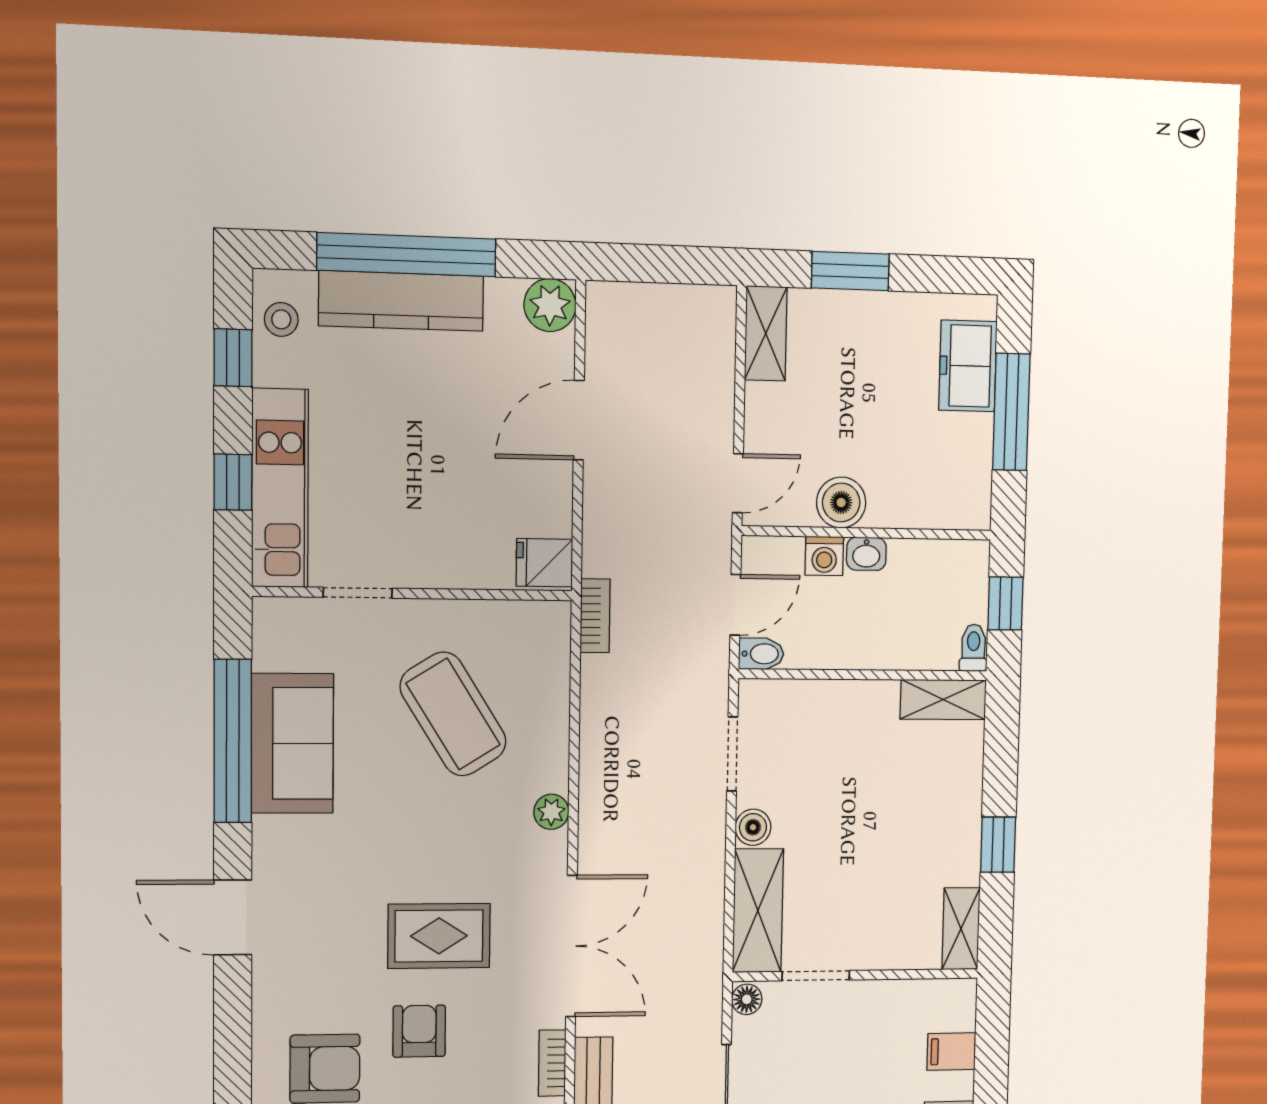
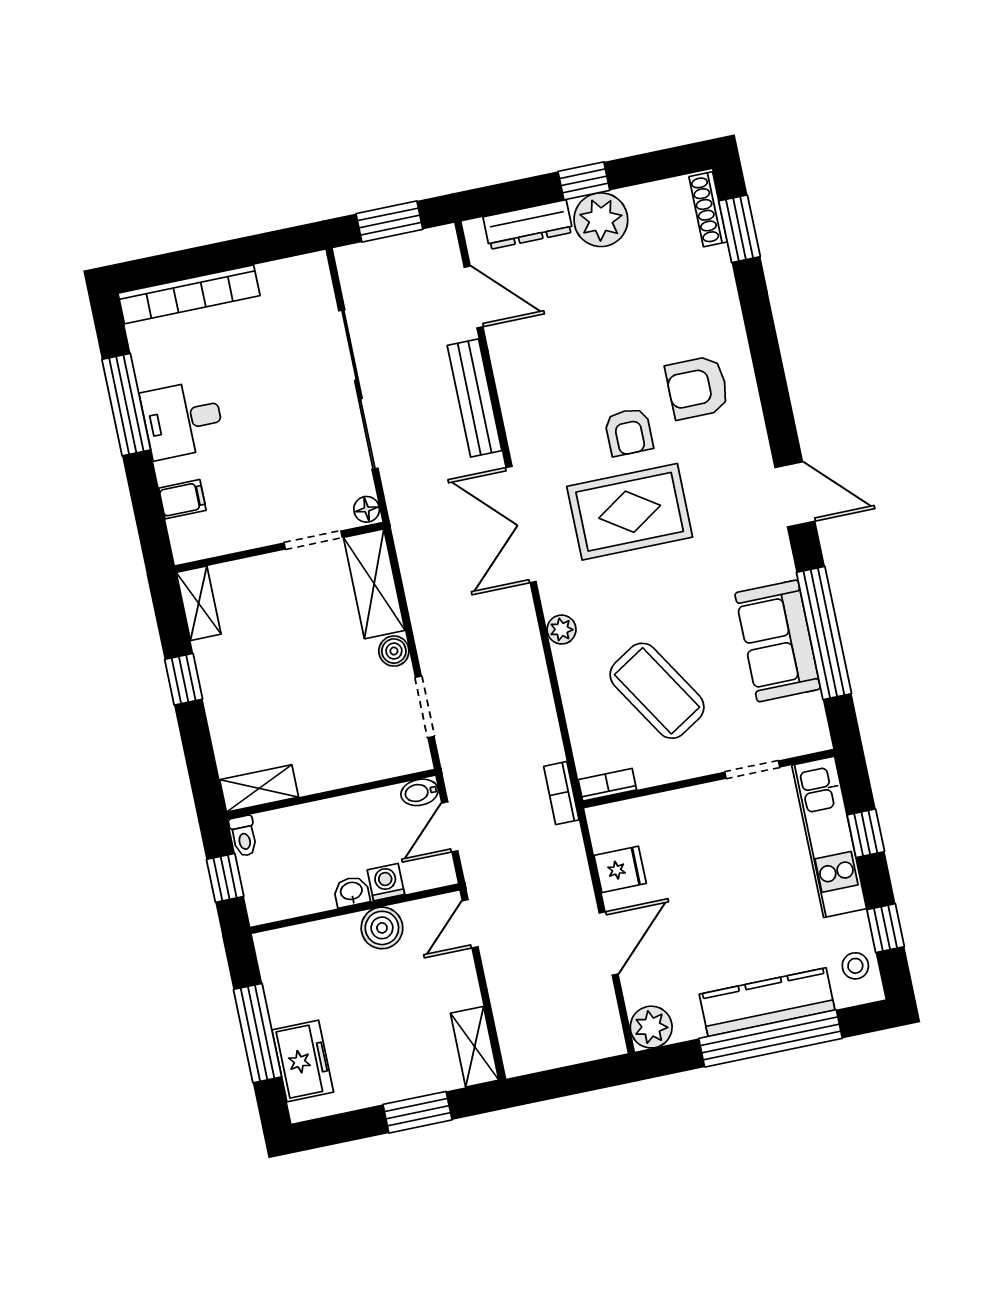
fridge: (544, 563) -> (620, 869), moved
rug: (439, 936) -> (630, 512), width x1.36, depth x1.43
bookcase: (552, 1063) -> (607, 785), moved, turned -90

